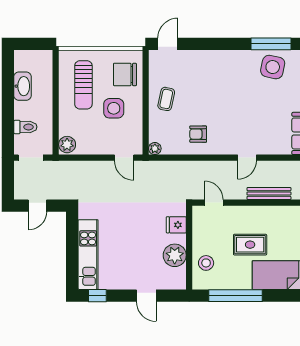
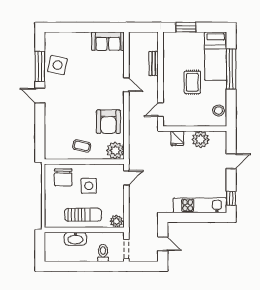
door: (168, 44) -> (40, 96), moved
sun lounger: (83, 85) -> (83, 215), moved
washbasin: (22, 86) -> (75, 239), moved, turned 180
armchair: (198, 134) -> (108, 122), width x1.88, depth x1.88
plant: (155, 149) -> (115, 150), width x1.88, depth x1.88
bench: (269, 194) -> (154, 63), width x0.73
stool: (206, 263) -> (219, 110), moved
window: (235, 296) -> (231, 69), moved

